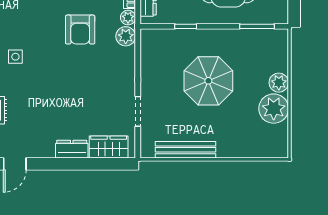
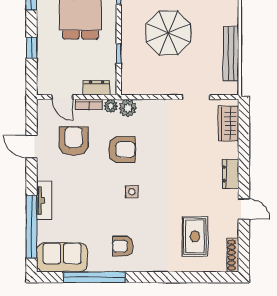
side table: (15, 57) -> (132, 192), moved
dresser: (72, 149) -> (230, 174), moved

